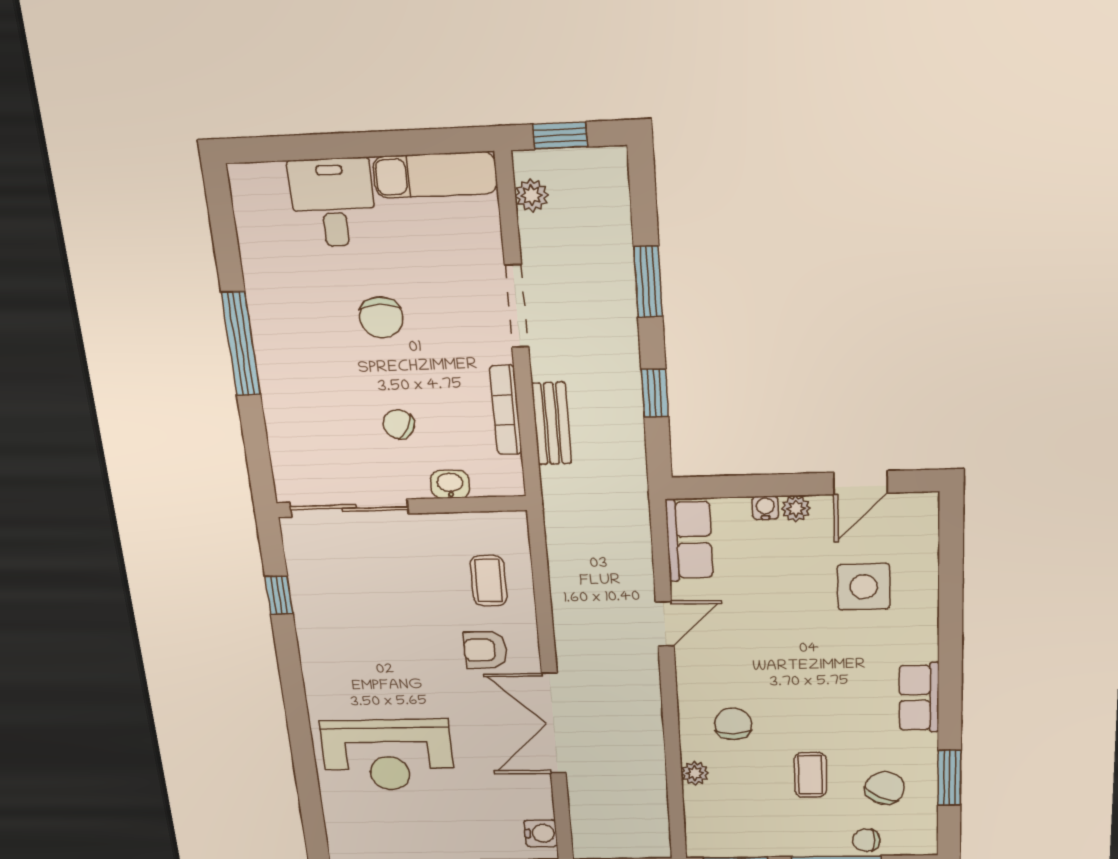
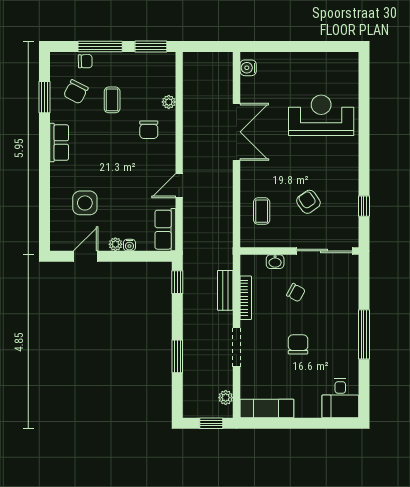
desk: (333, 203) -> (340, 398), moved
window: (655, 393) -> (177, 282), moved
armchair: (485, 650) -> (308, 202), moved, turned -125

